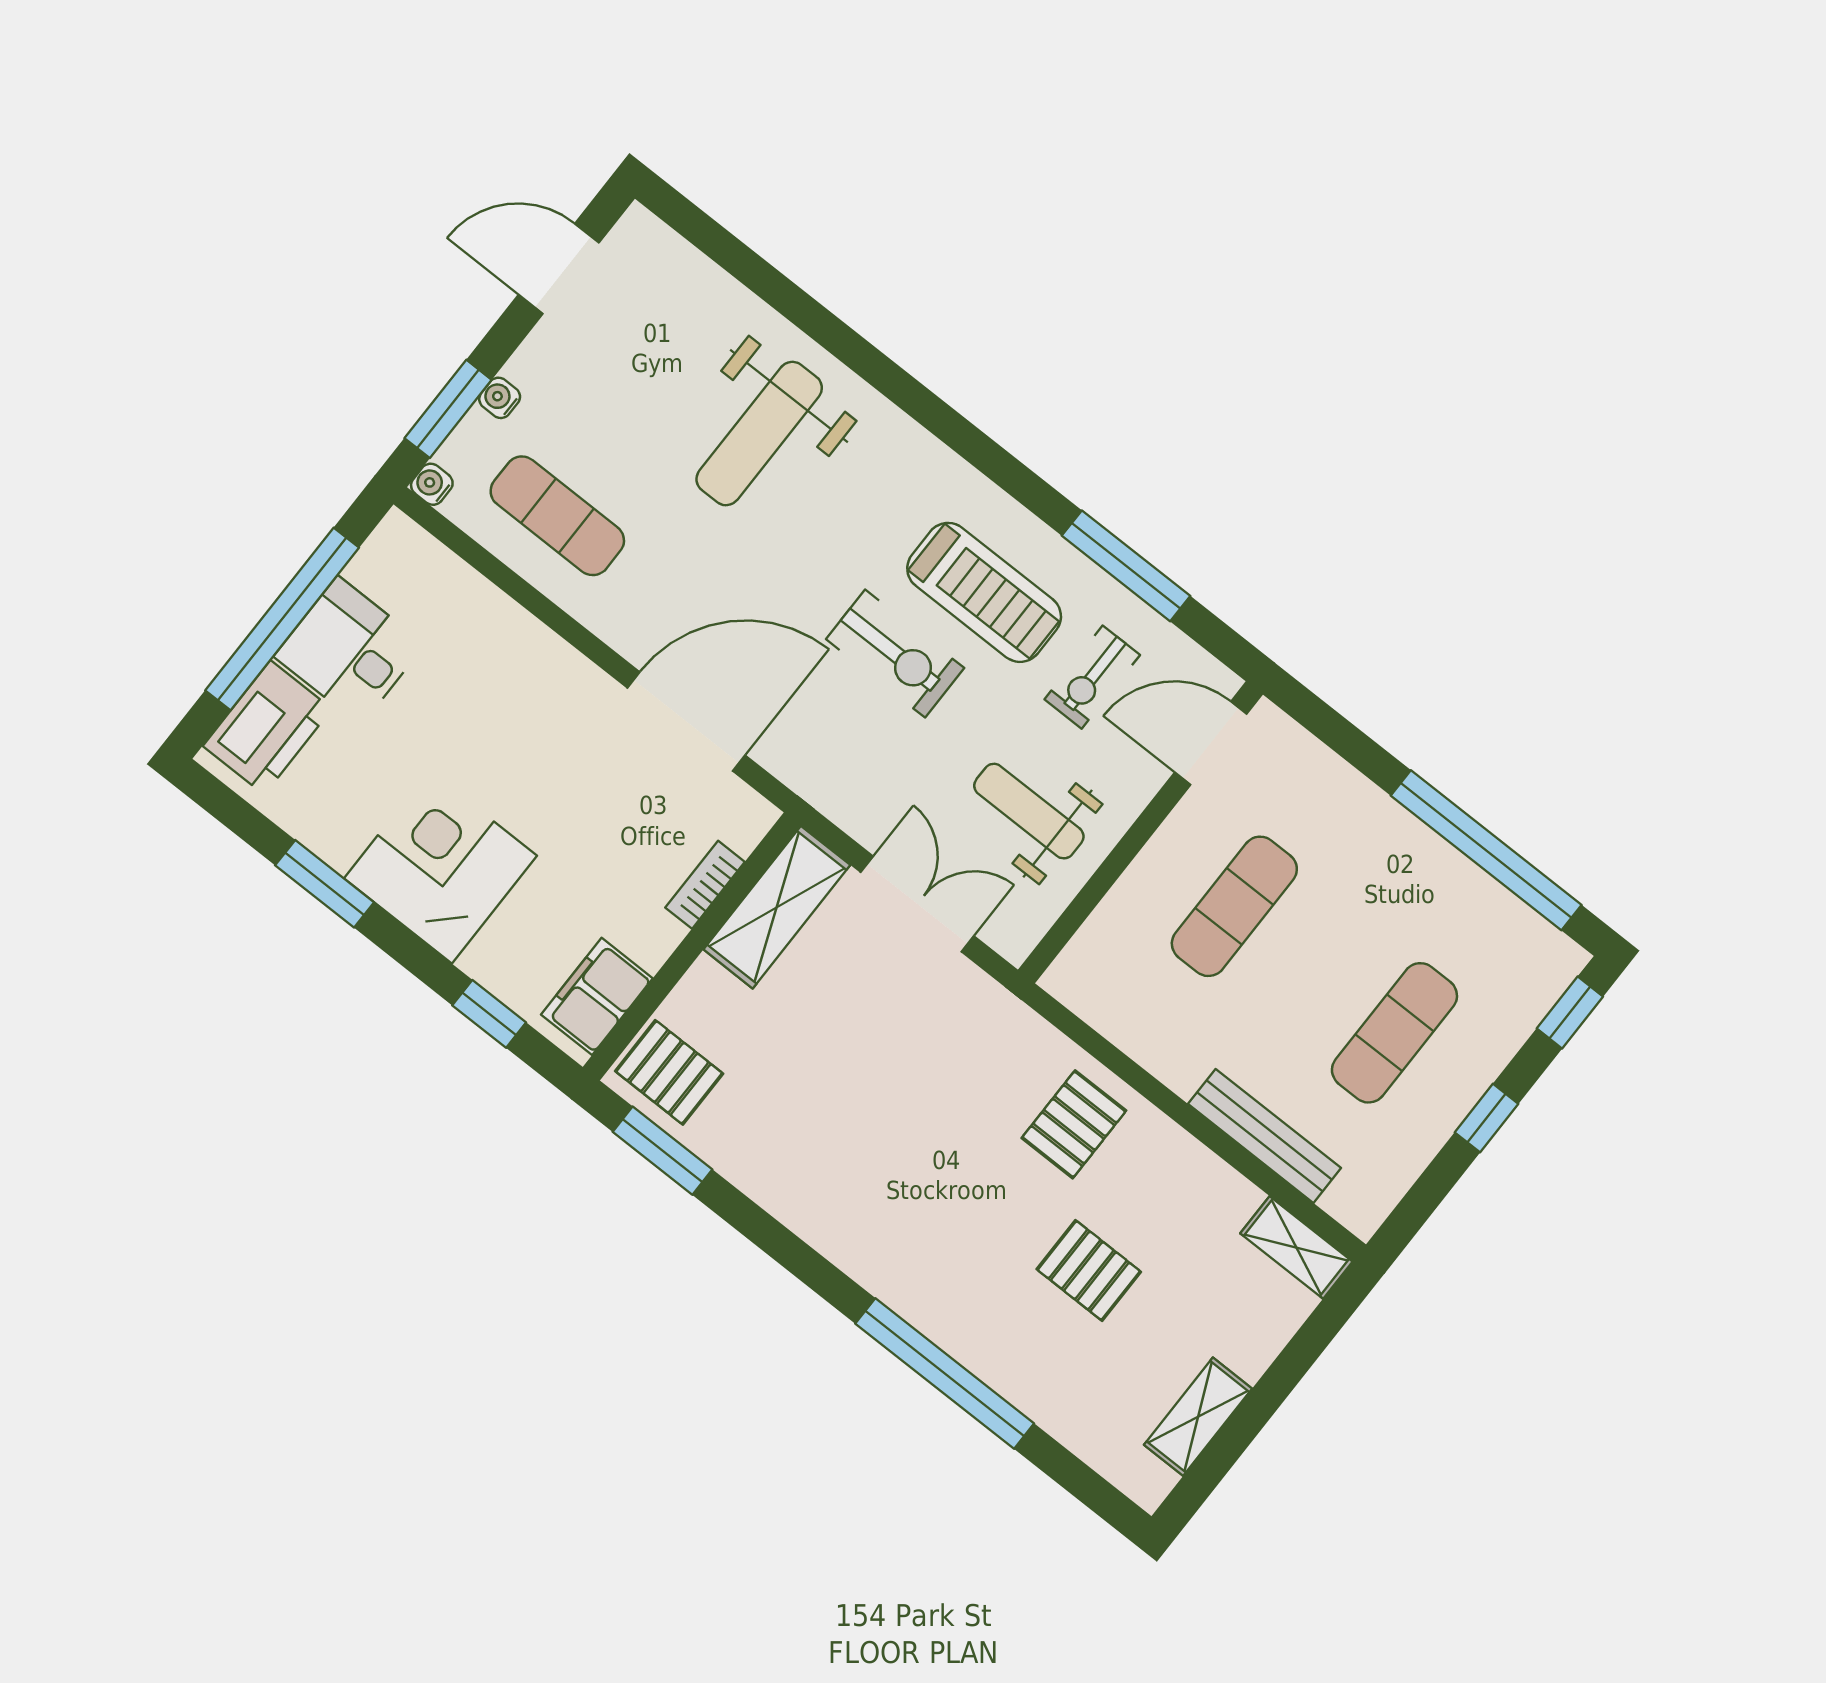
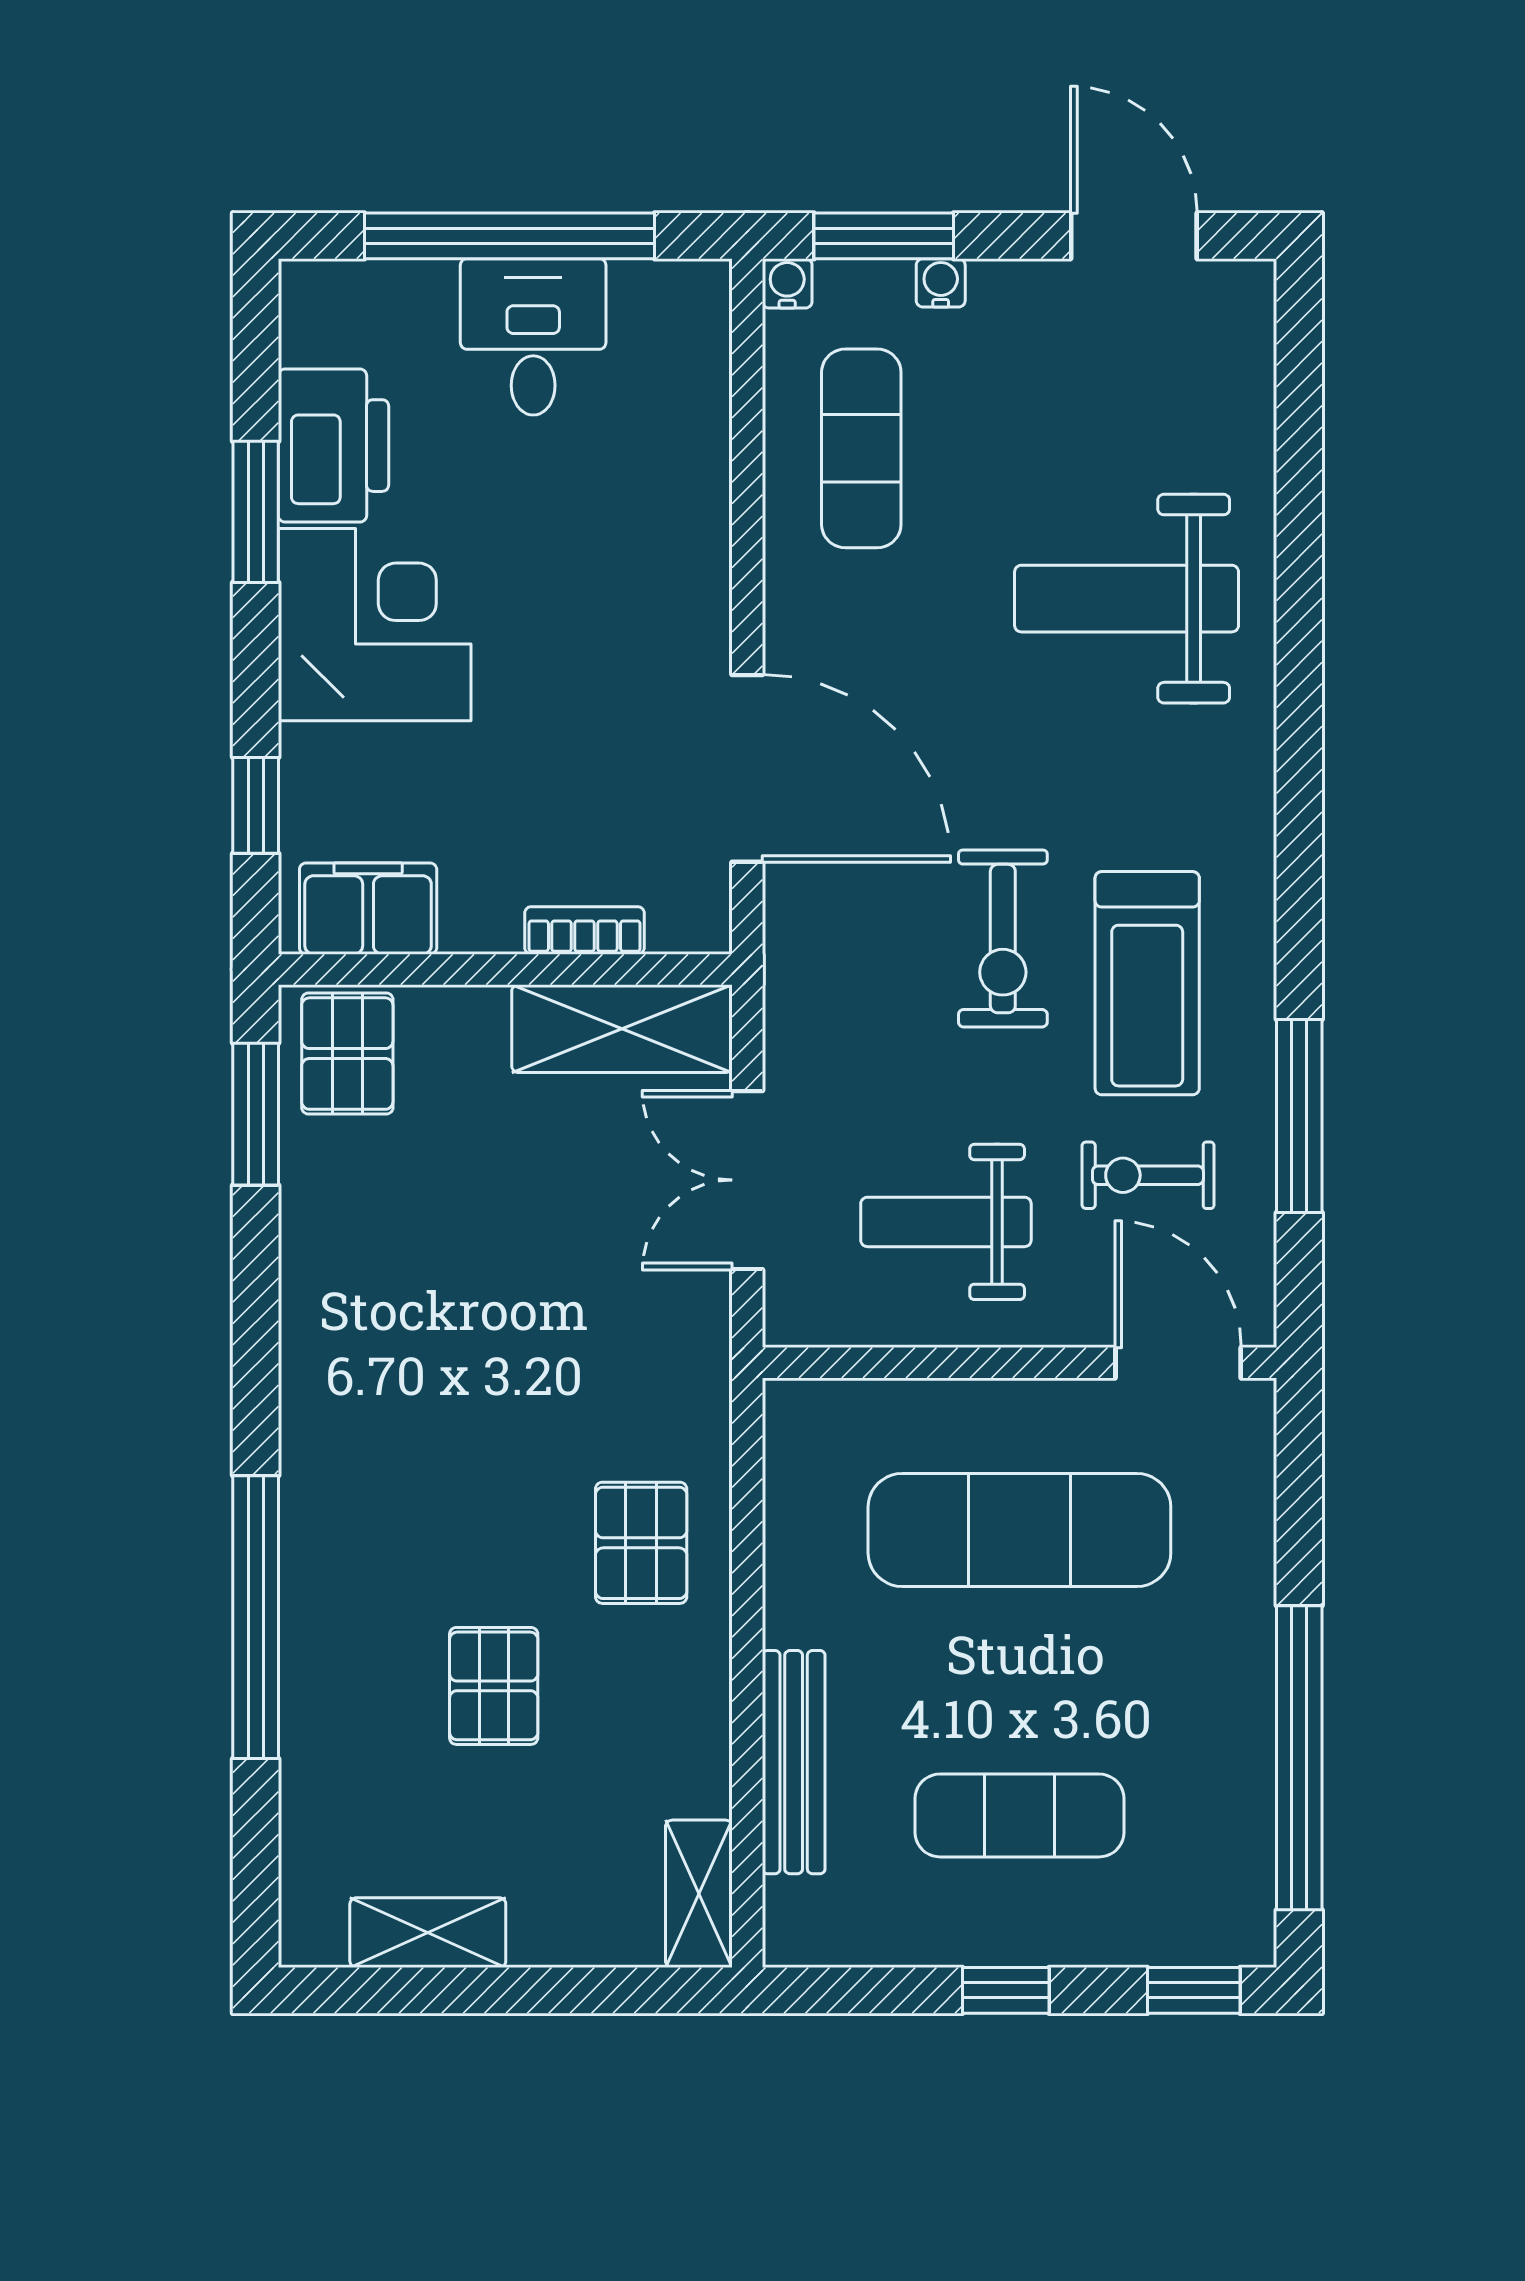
printer: (267, 727) -> (333, 446), moved, turned -90
weight bench: (1029, 811) -> (946, 1222), turned -90
double door: (917, 904) -> (747, 1180), swing flipped
exercise mat: (1234, 906) -> (1019, 1530), width x1.36, depth x1.45
pallet: (1074, 1124) -> (641, 1543), turned 90

